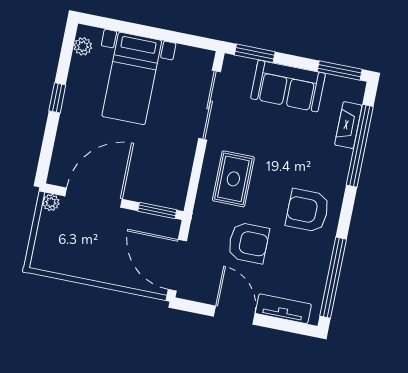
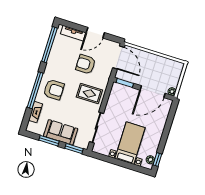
window: (340, 70) -> (49, 141), moved
window: (57, 98) -> (157, 159), moved
window: (360, 146) -> (35, 90), moved
rug: (233, 179) -> (89, 93), turned 90
armchair: (308, 211) -> (54, 90), moved
door: (234, 315) -> (95, 33), hinge flipped

